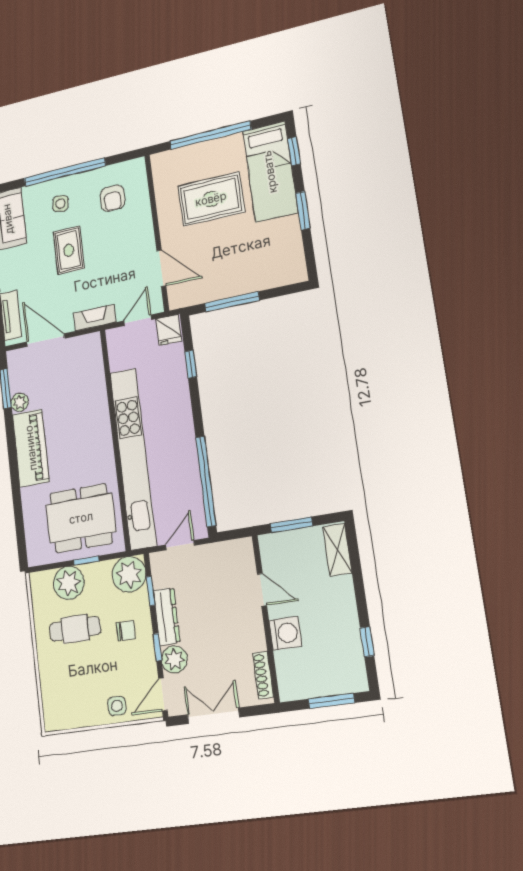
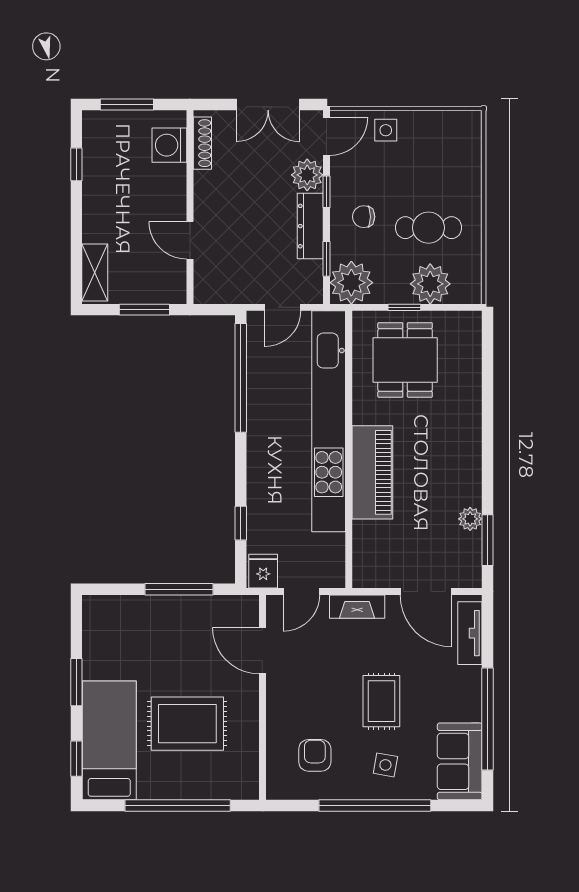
piano: (31, 448) -> (372, 472), moved, turned 180
dining table: (81, 518) -> (405, 360), width x0.73
washing machine: (285, 633) -> (169, 145), moved

